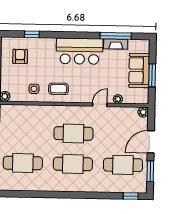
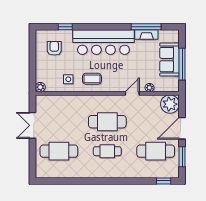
bar counter: (80, 51) -> (103, 42), width x1.36
window: (152, 75) -> (182, 64), width x1.44
plant: (143, 112) -> (170, 104), width x1.87, depth x1.87
cafe table: (73, 164) -> (107, 151), width x0.73, depth x0.74

